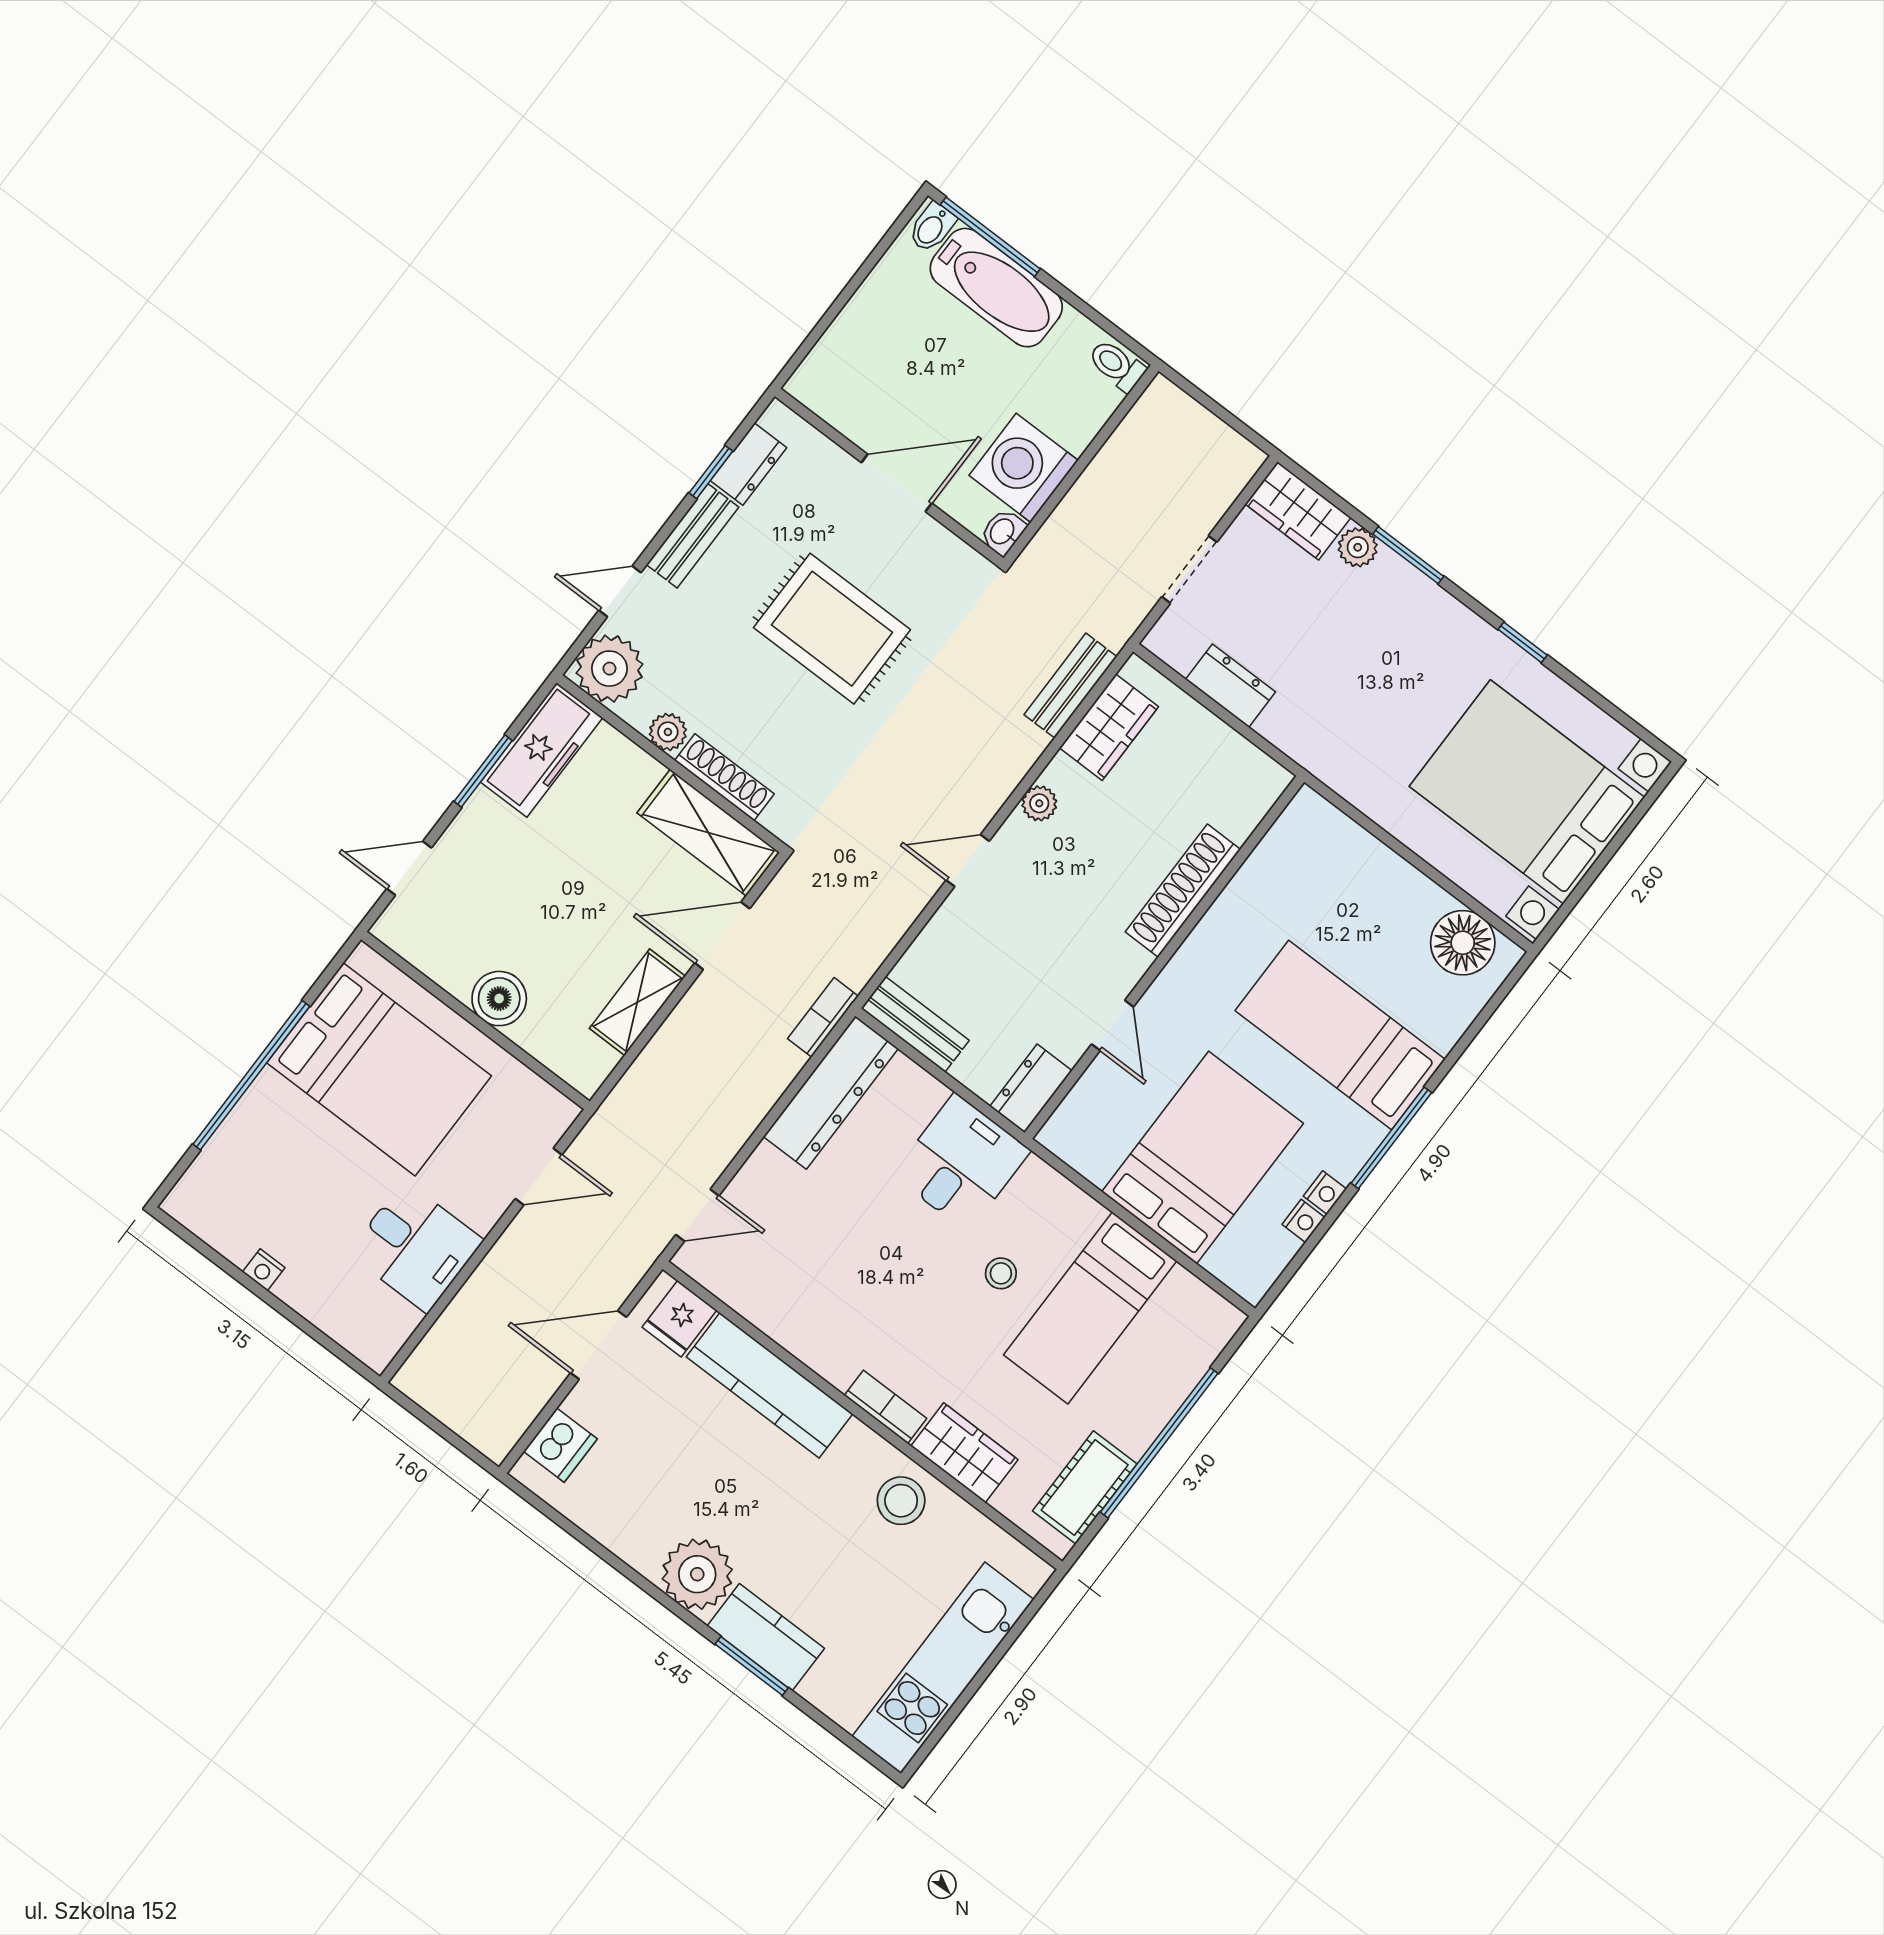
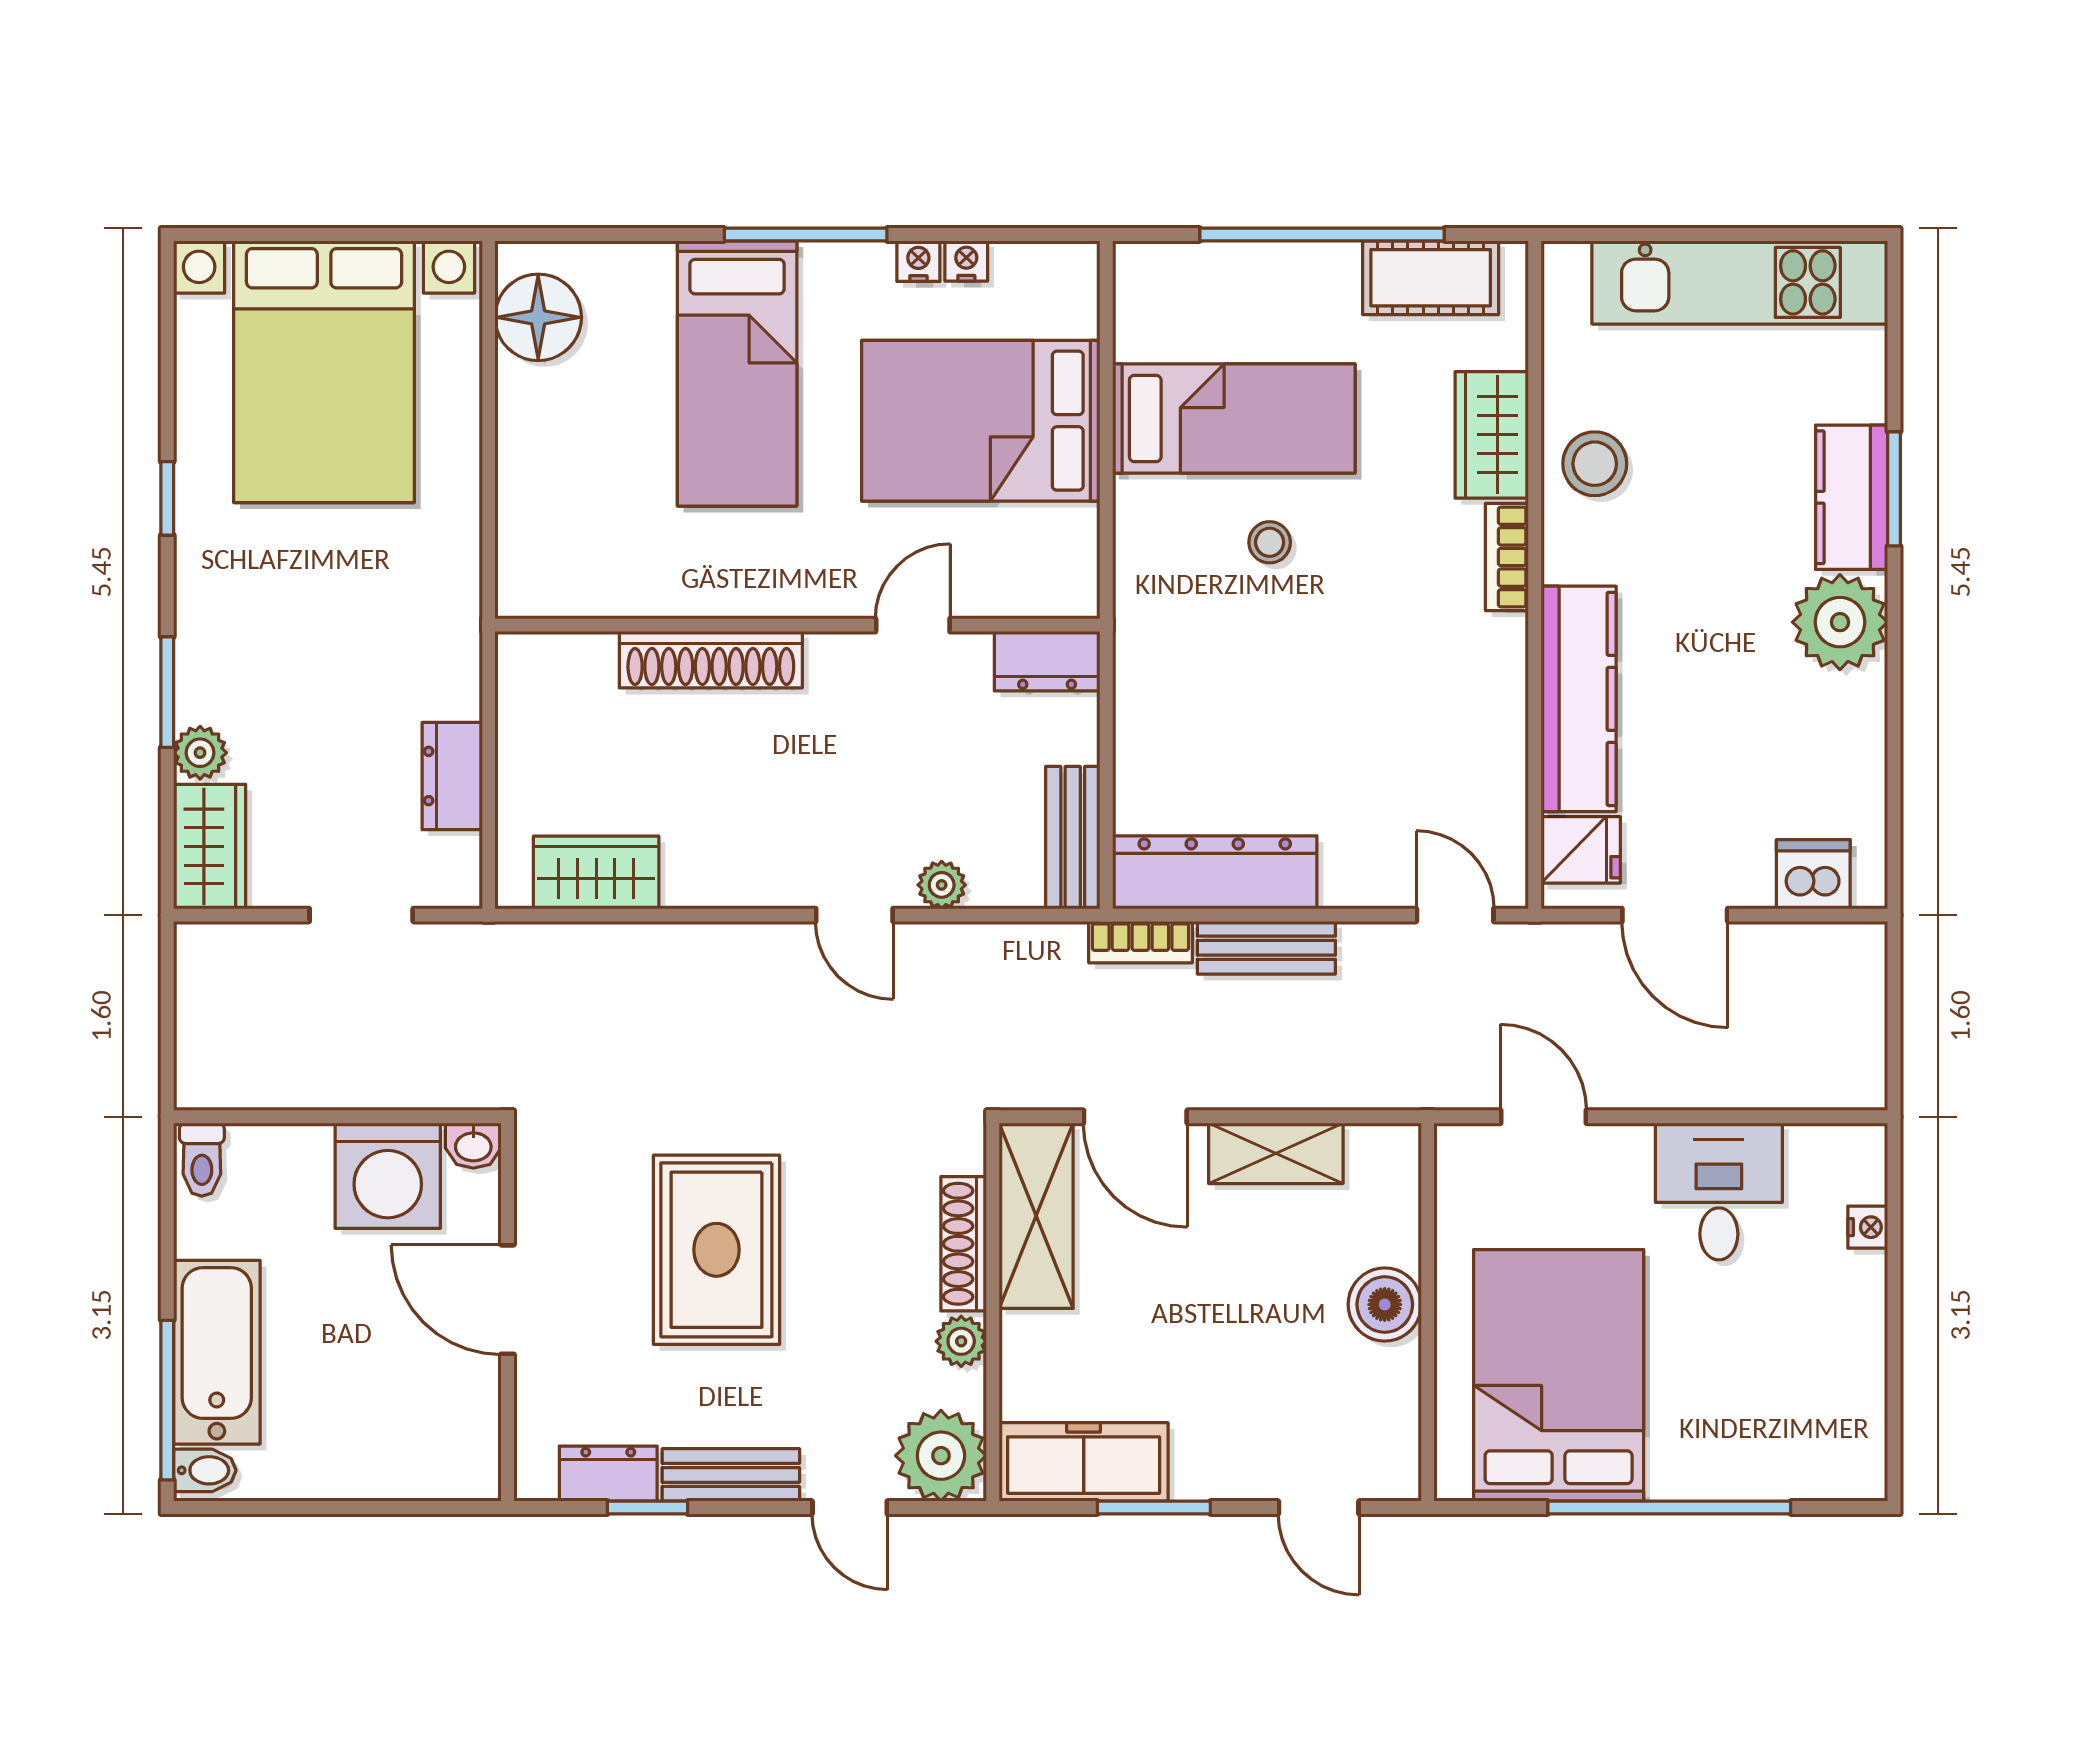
bench: (1070, 686) -> (1266, 948), moved
plant: (1039, 803) -> (942, 885), moved
desk: (961, 1163) -> (1183, 675), removed
nightstand: (264, 1270) -> (1868, 1227), moved

